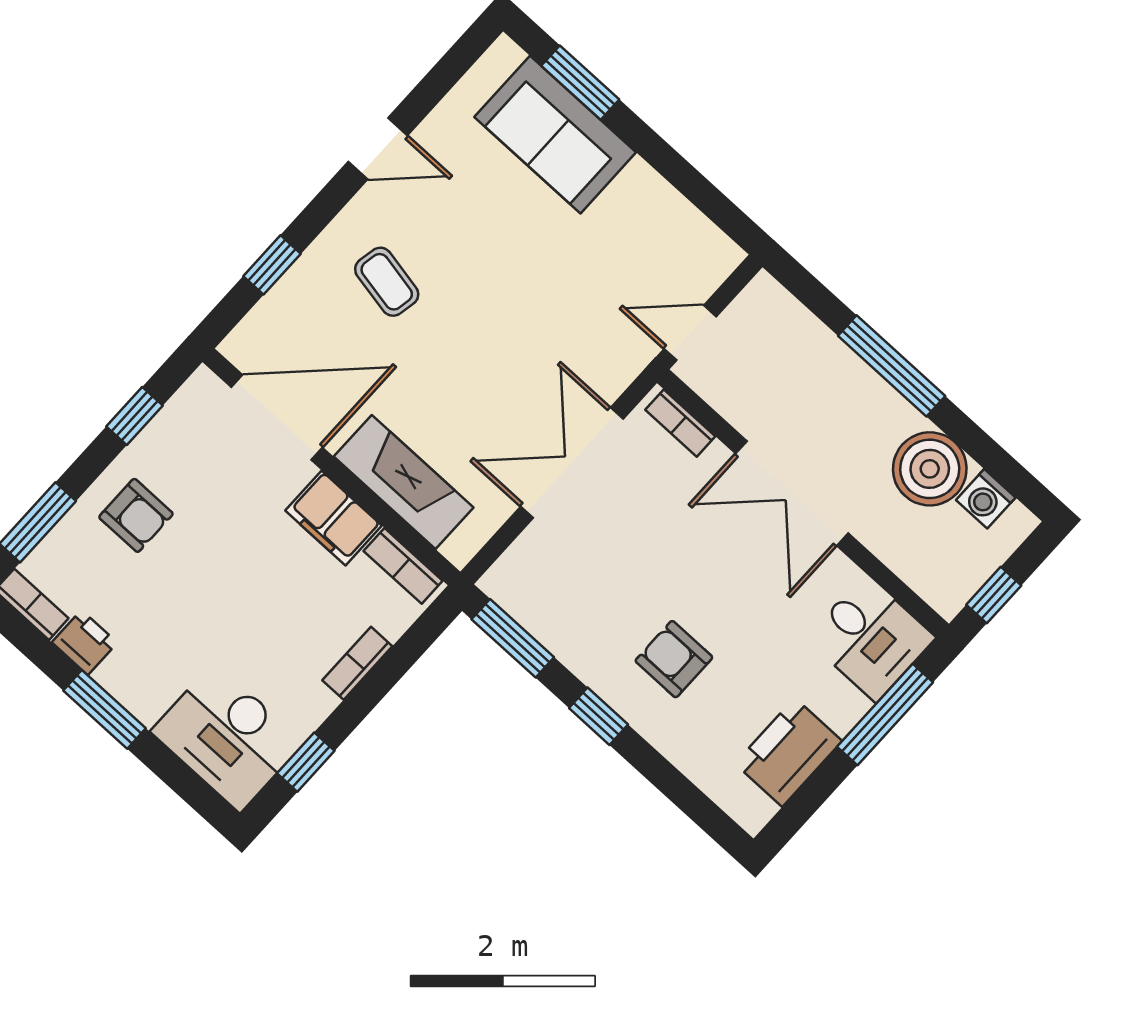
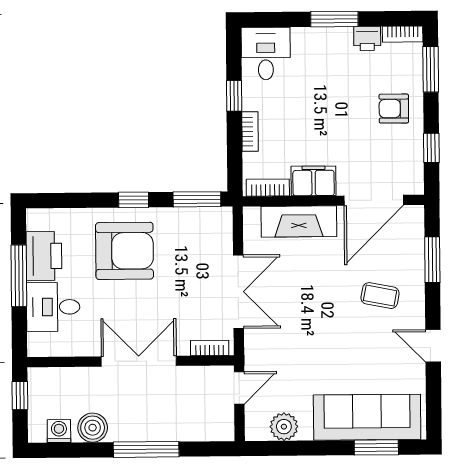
sofa: (555, 135) -> (367, 417), width x1.36
door: (378, 148) -> (433, 346), hinge flipped
plant: (678, 225) -> (284, 427), added
window: (272, 265) -> (432, 260), width x1.50
boiler: (930, 469) -> (93, 428), width x0.73, depth x0.73
desk: (871, 638) -> (53, 307), moved
armchair: (674, 659) -> (124, 251), width x1.88, depth x1.88
window: (885, 714) -> (19, 276), moved
desk: (227, 737) -> (266, 54), width x0.73
window: (306, 762) -> (234, 96), moved

